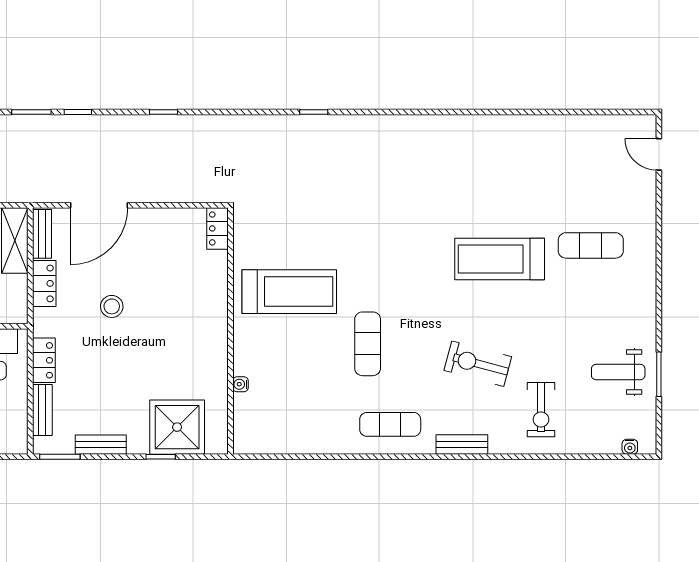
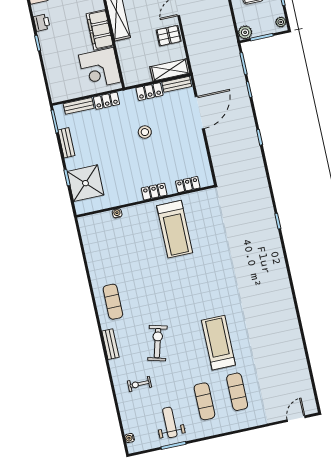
door: (99, 205) -> (200, 113), swing flipped
locker: (218, 228) -> (188, 185), moved
locker: (217, 313) -> (154, 192), added
exercise mat: (368, 344) -> (204, 401), moved, turned 90
exercise bike: (541, 410) -> (139, 384), width x0.73, depth x0.72

